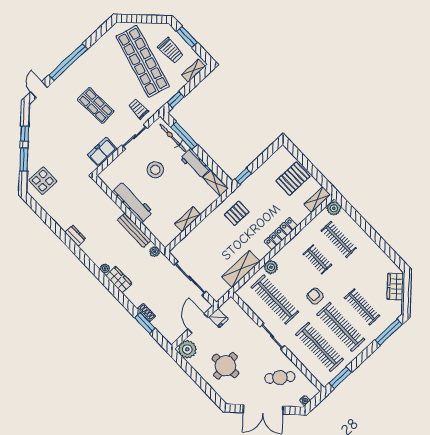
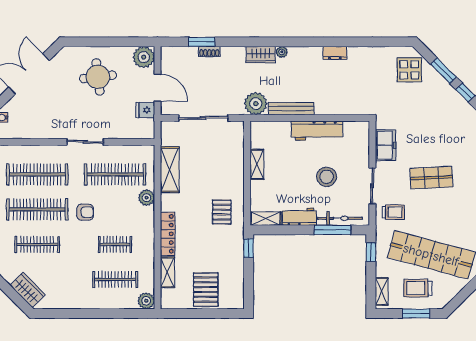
shelving: (317, 200) -> (167, 272), moved
plant: (155, 252) -> (256, 104), width x1.88, depth x1.88
cafe table: (280, 378) -> (43, 115), removed

